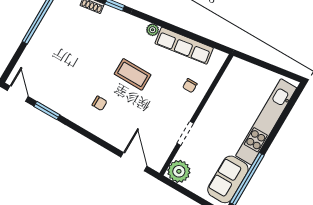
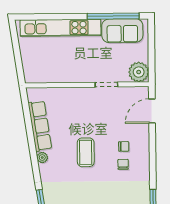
chair: (190, 86) -> (124, 146), moved

